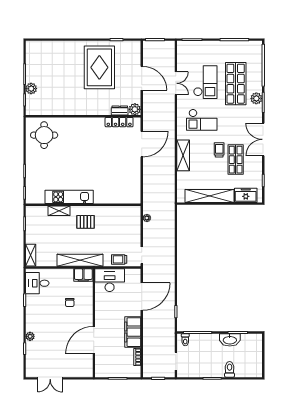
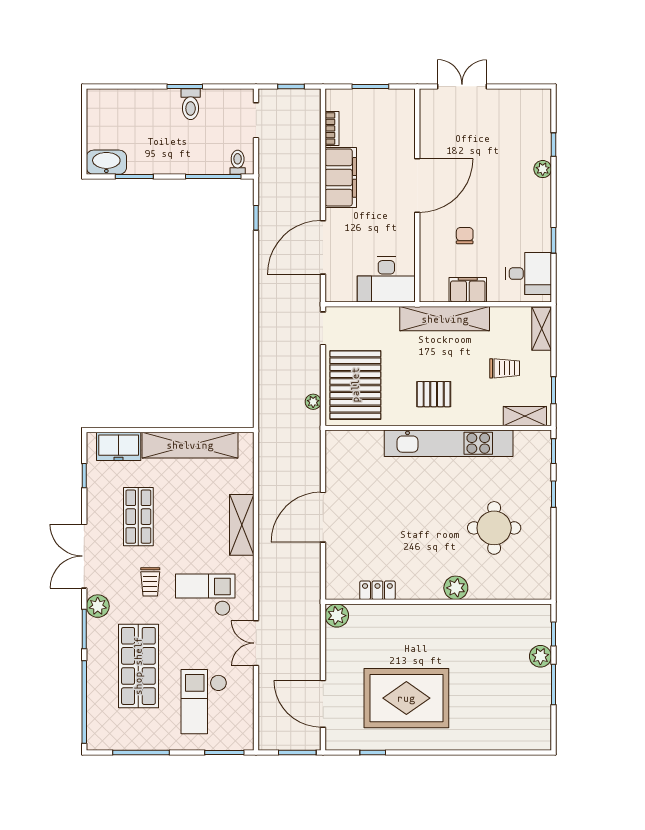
rug: (99, 67) -> (406, 698), turned 90
door: (142, 78) -> (323, 704), moved
checkout: (205, 82) -> (204, 702), moved
double door: (176, 83) -> (256, 643), moved
plant: (256, 98) -> (98, 606), moved
dresser: (120, 111) -> (366, 613), removed
locker: (119, 122) -> (377, 590), width x0.66
plant: (74, 123) -> (456, 588), added
round table: (44, 135) -> (494, 528), moved
double door: (263, 139) -> (84, 556), swing flipped
door: (142, 144) -> (323, 517), moved
trolley: (219, 150) -> (150, 582), moved
kitchen unit: (69, 197) -> (449, 443), width x1.36
shelving: (59, 211) -> (525, 416), moved
pallet: (125, 227) -> (355, 385), added
trolley: (119, 259) -> (505, 368), moved
filing cabinet: (83, 275) -> (468, 290), moved
door: (94, 340) -> (417, 185), moved
washbasin: (230, 340) -> (106, 162), moved
toilet: (230, 369) -> (191, 104), moved
double door: (50, 378) -> (462, 86), moved

